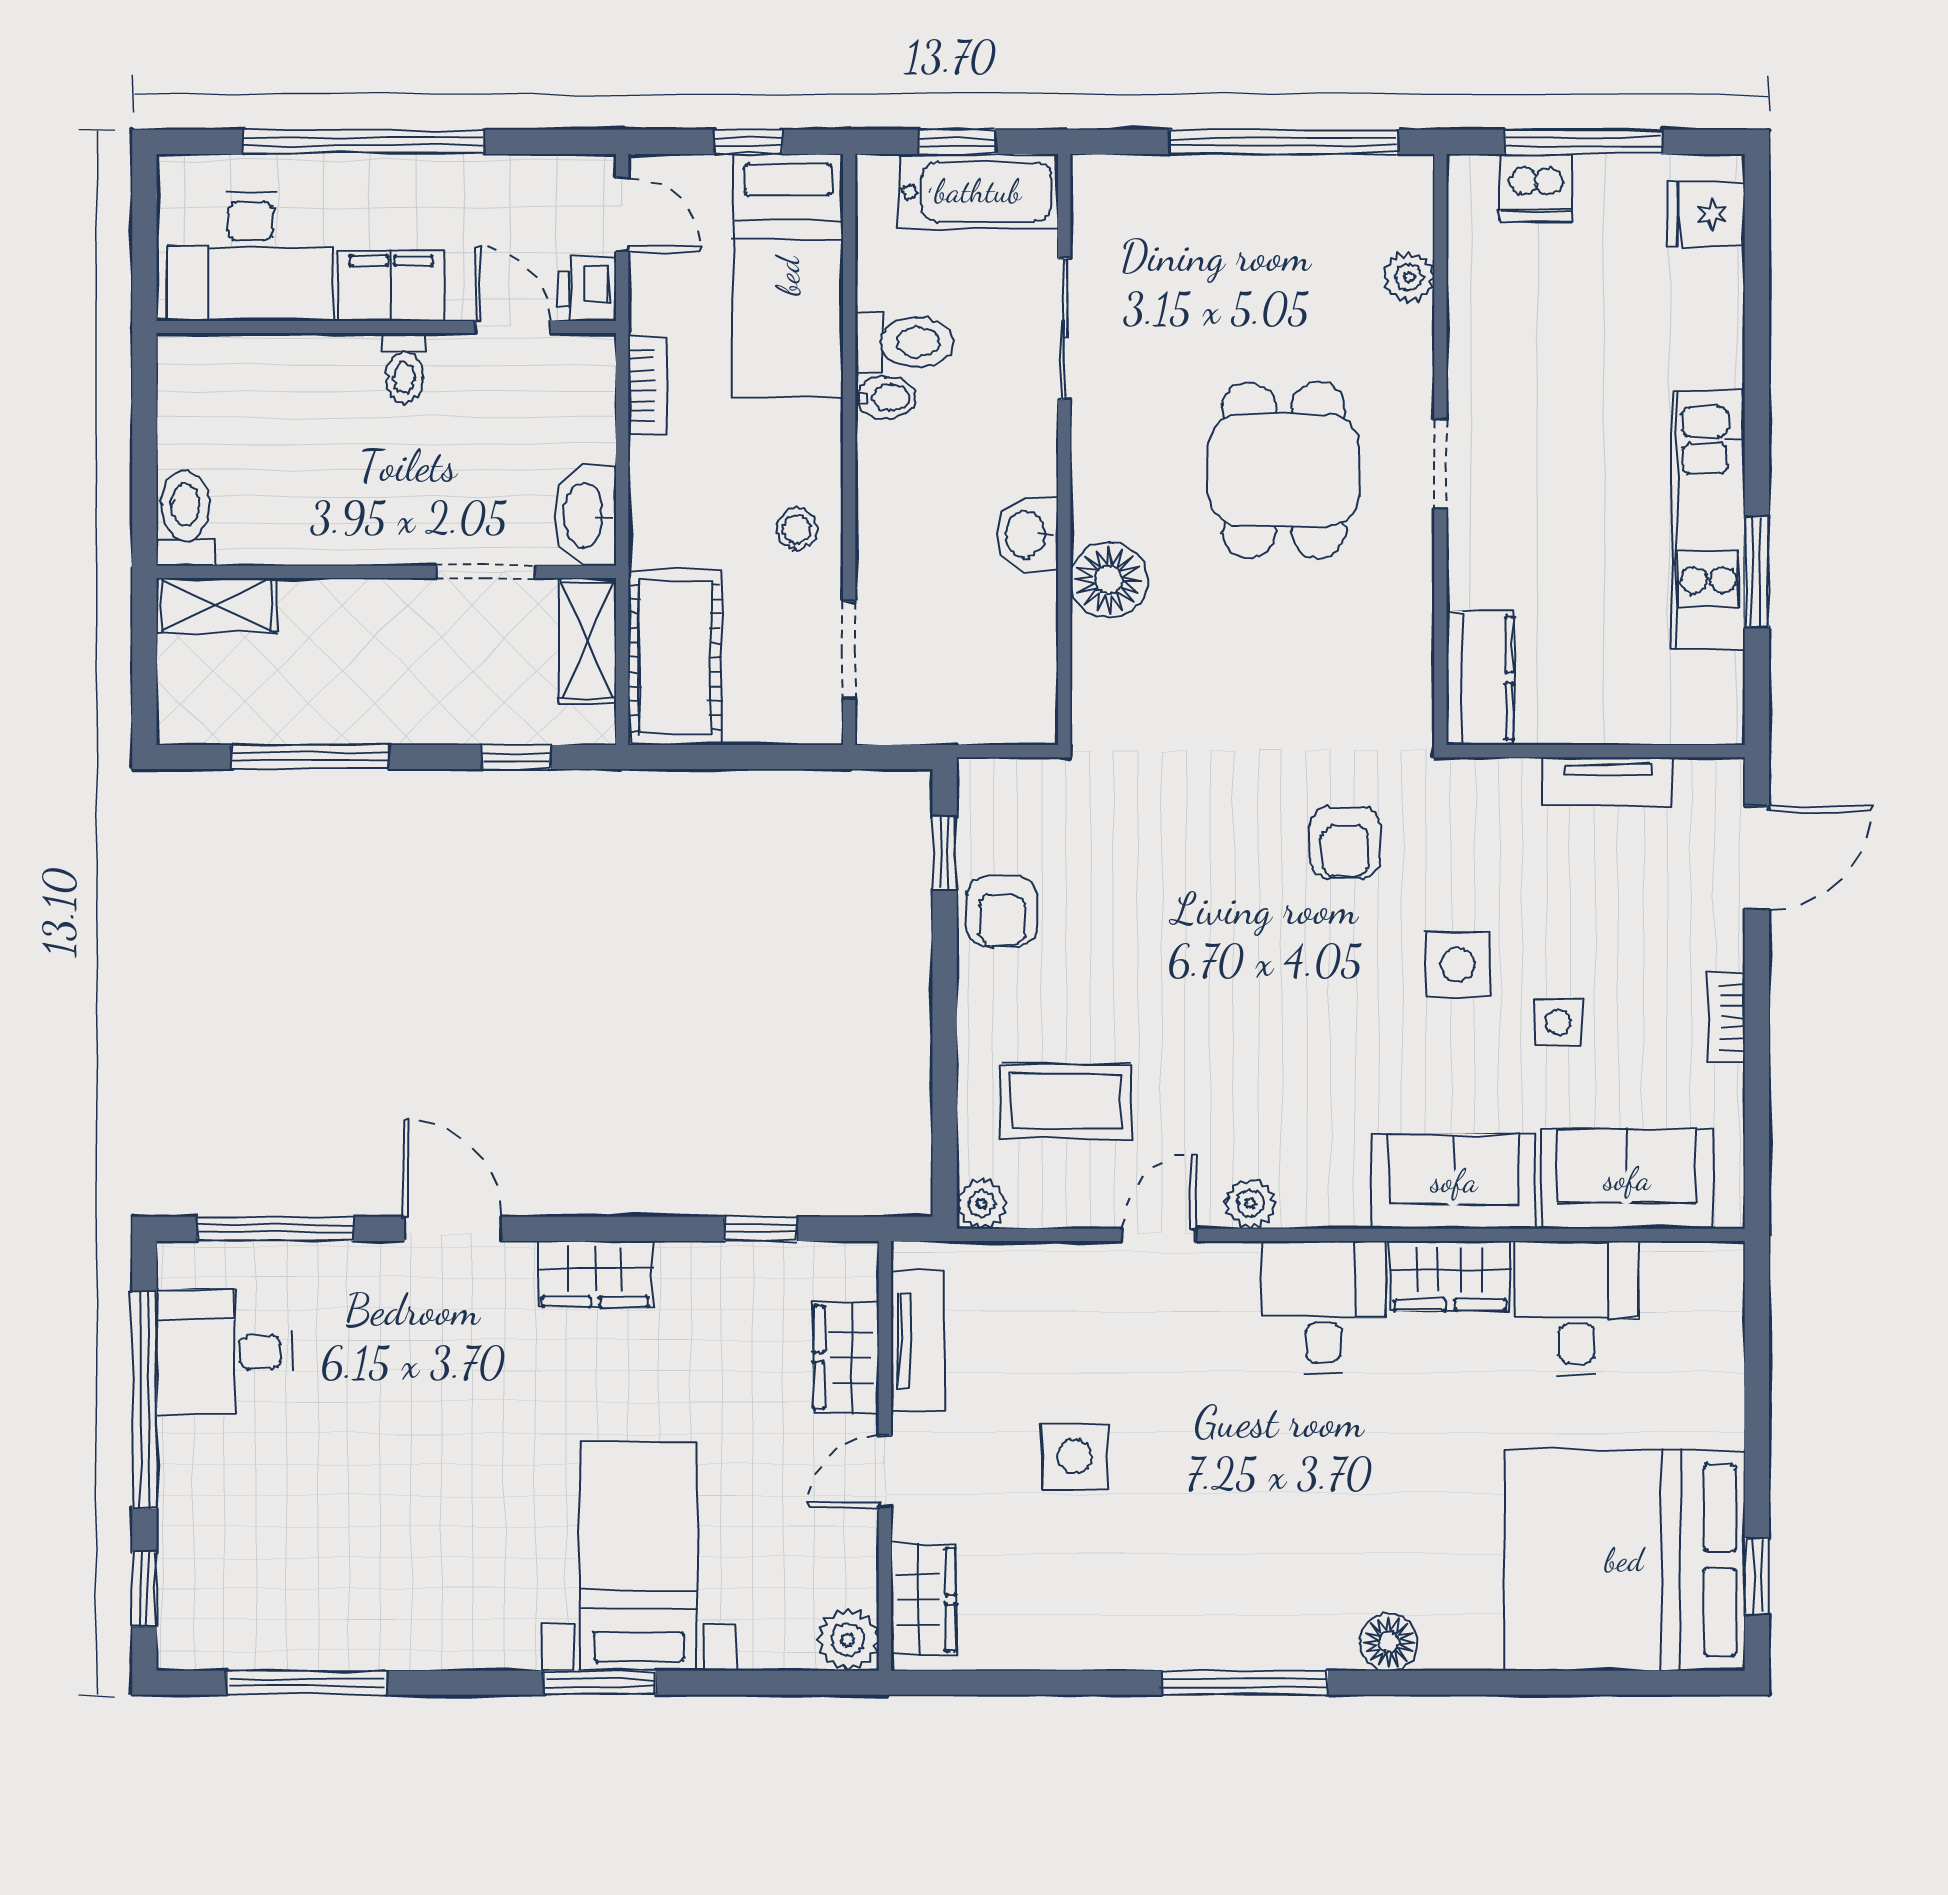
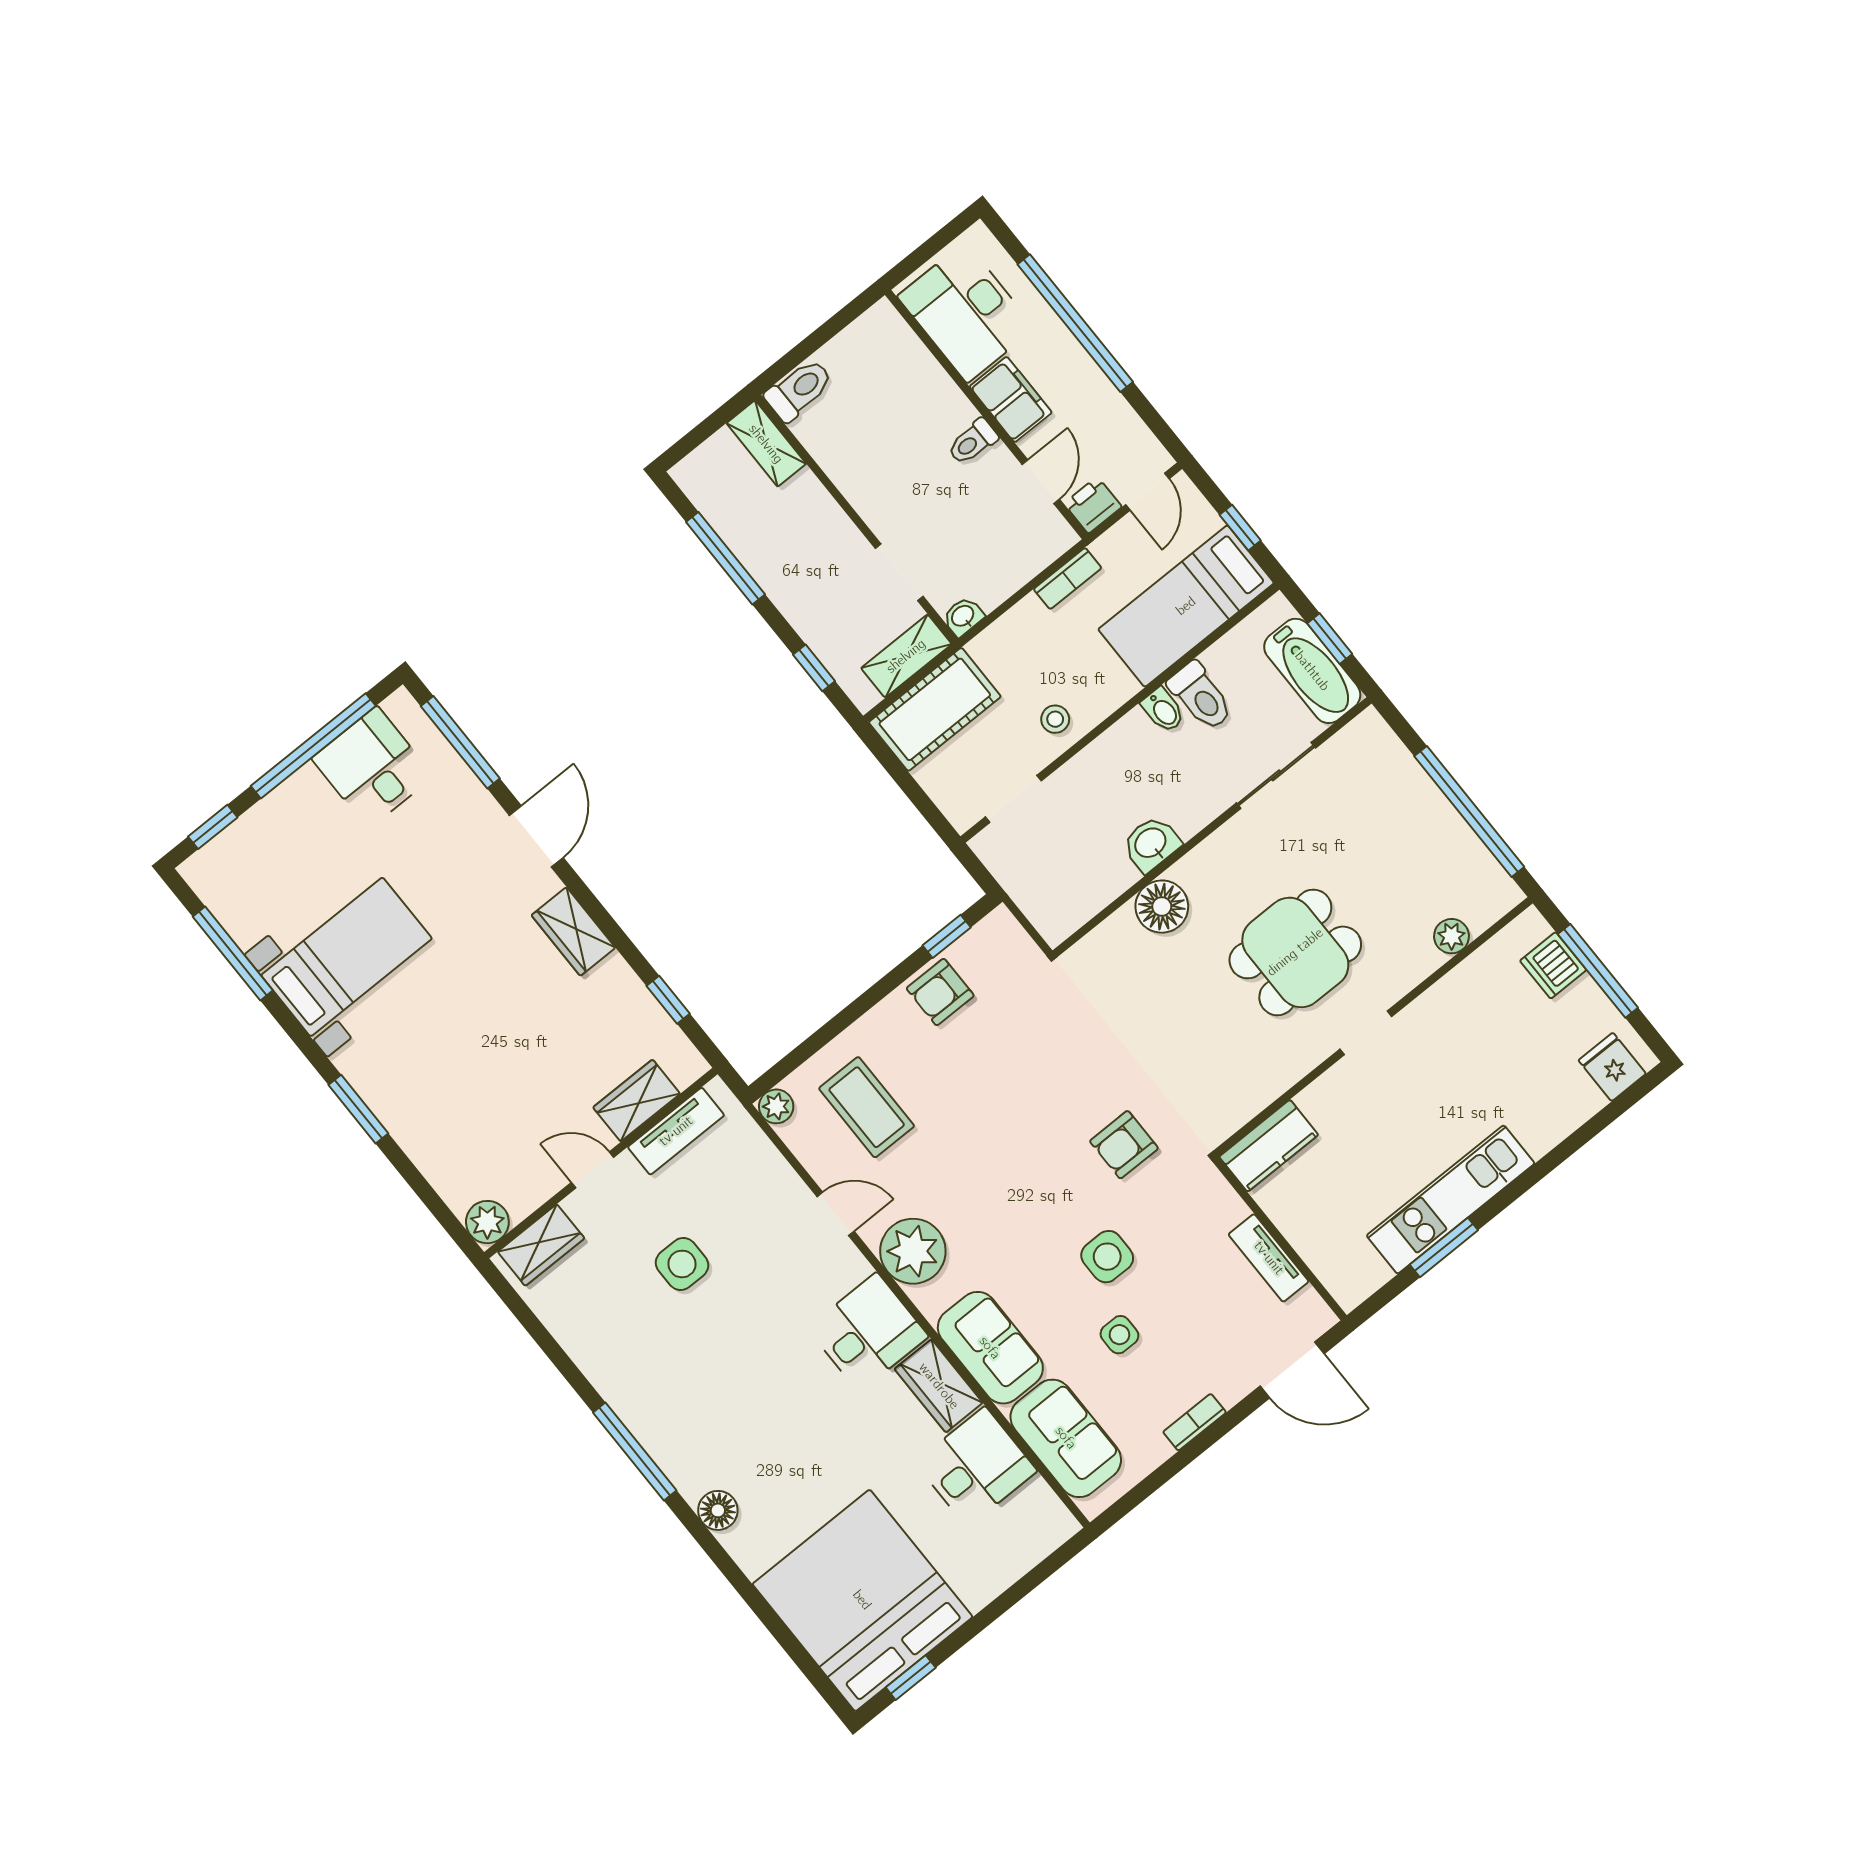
washbasin: (585, 516) -> (963, 616), width x0.52, depth x0.69
plant: (1250, 1203) -> (913, 1251), width x1.88, depth x1.88
bed with nightstands: (639, 1556) -> (347, 957), moved

